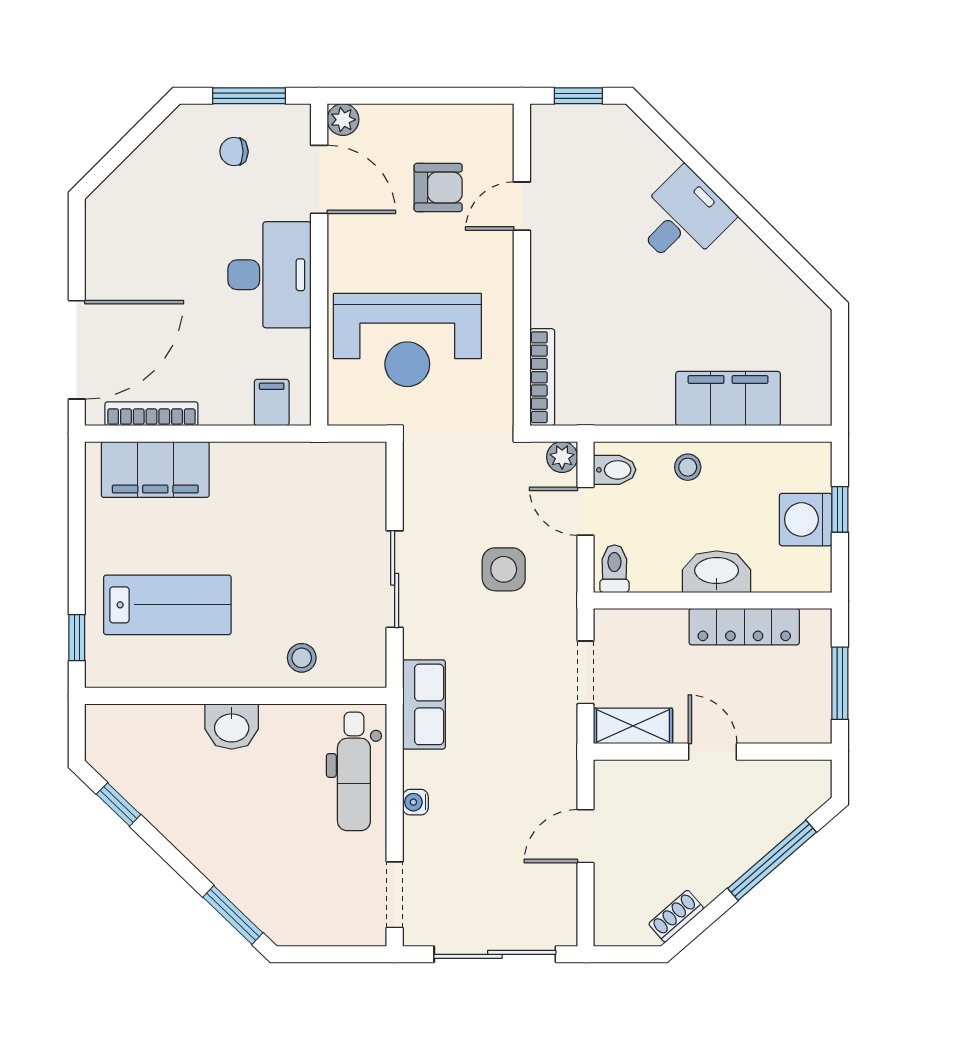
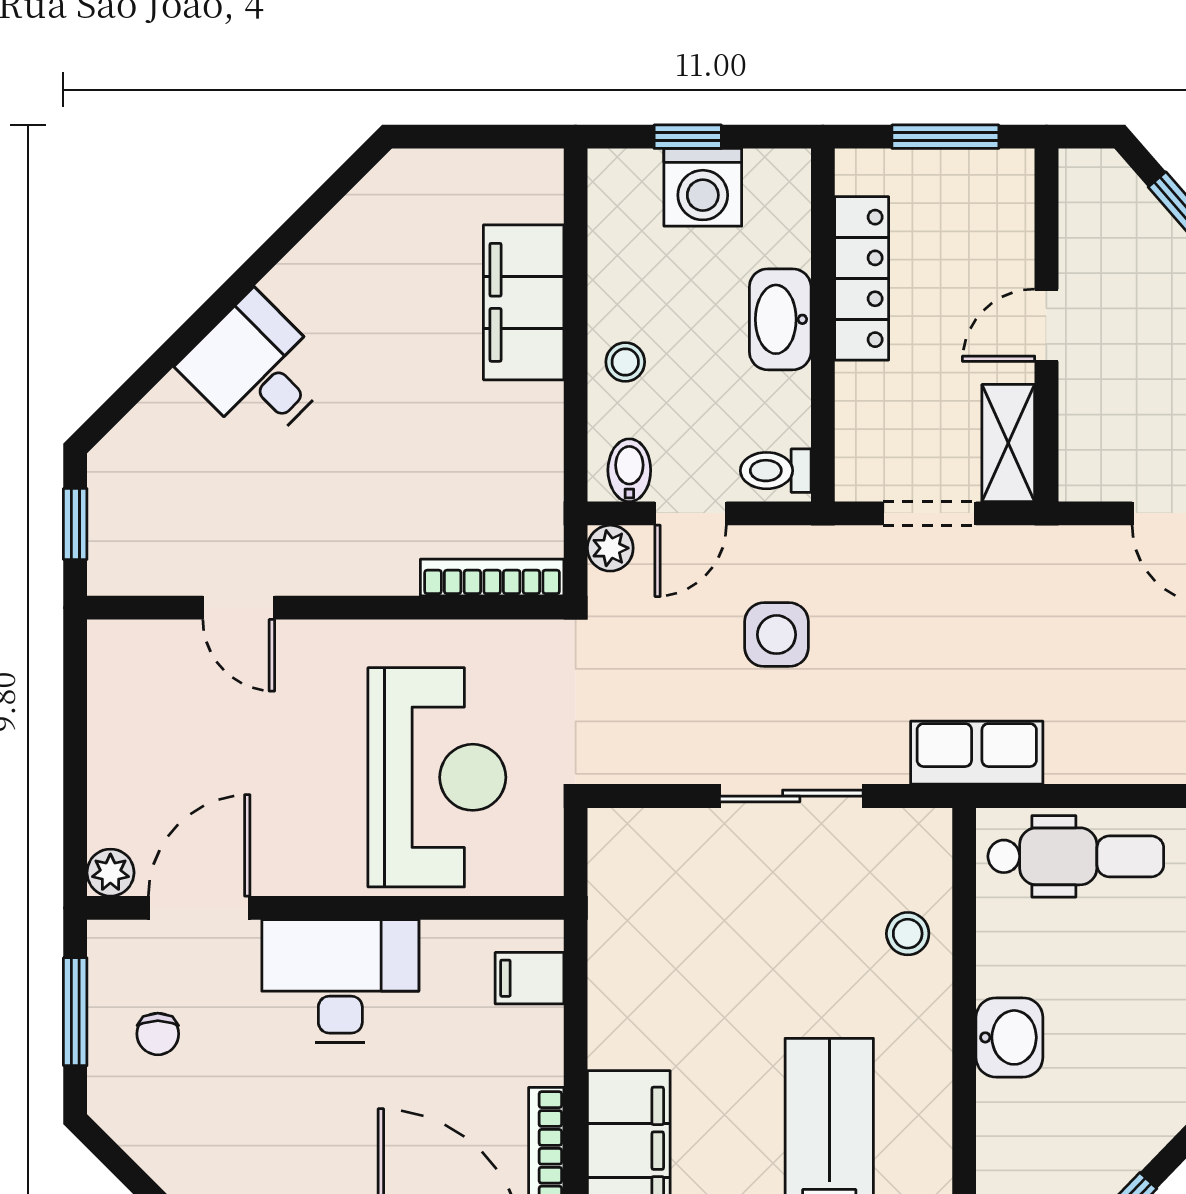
armchair: (438, 188) -> (211, 732), removed
water cooler: (415, 802) -> (1121, 765), removed

